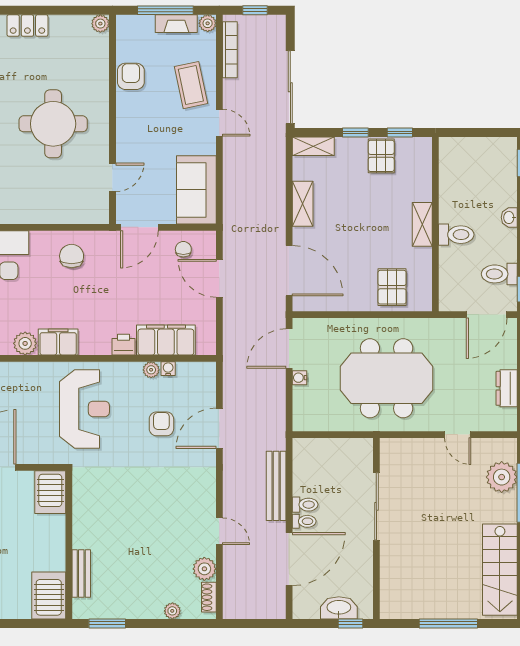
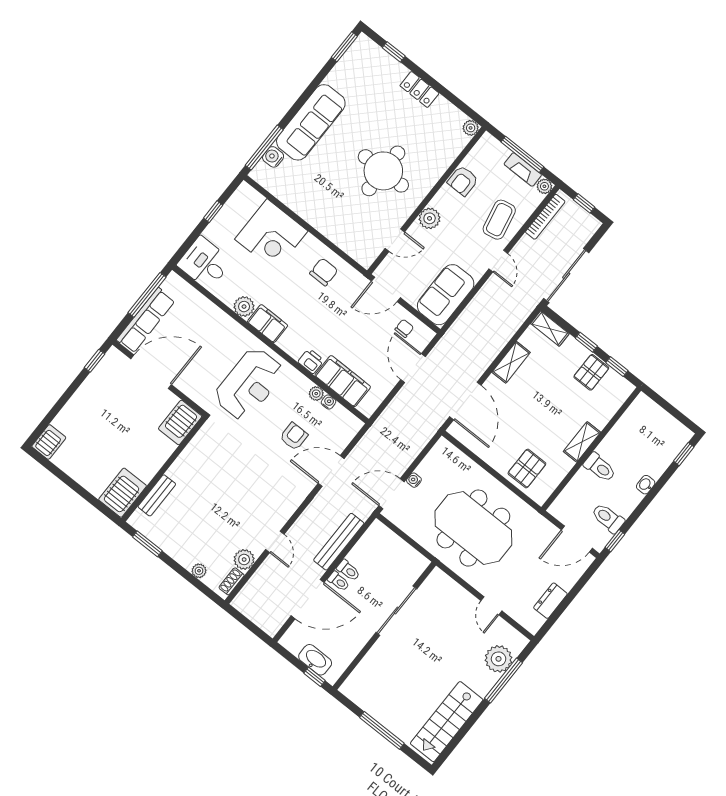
armchair: (131, 76) -> (463, 181), turned 180
plant: (128, 133) -> (430, 218), added
door: (289, 349) -> (391, 494), moved

